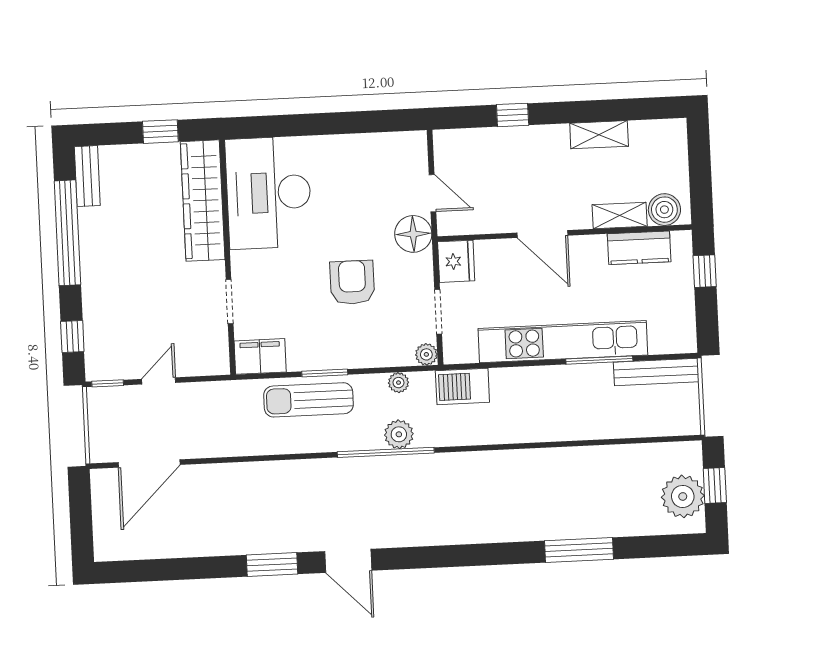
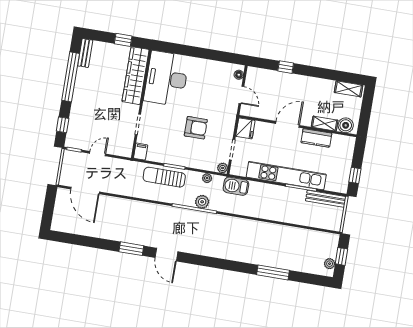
shelving: (599, 135) -> (348, 89), moved
floor lamp: (413, 234) -> (239, 75), moved, width x0.53, depth x0.53
door: (542, 234) -> (287, 124), swing flipped
kitchen counter: (639, 248) -> (316, 138), moved
window: (705, 271) -> (355, 175), moved
armchair: (352, 282) -> (196, 128), turned 90
filing cabinet: (260, 356) -> (141, 152), width x0.50
door: (149, 463) -> (85, 190), hinge flipped
plant: (683, 496) -> (330, 264), width x0.53, depth x0.53

